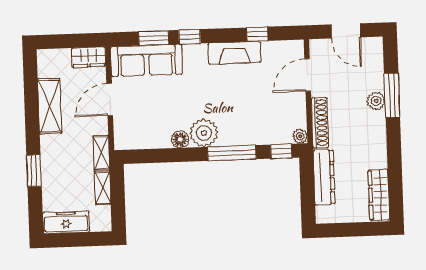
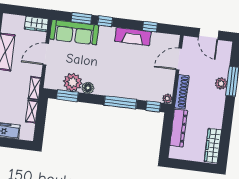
plant: (204, 133) -> (73, 82), moved
window: (152, 156) -> (67, 96), added

